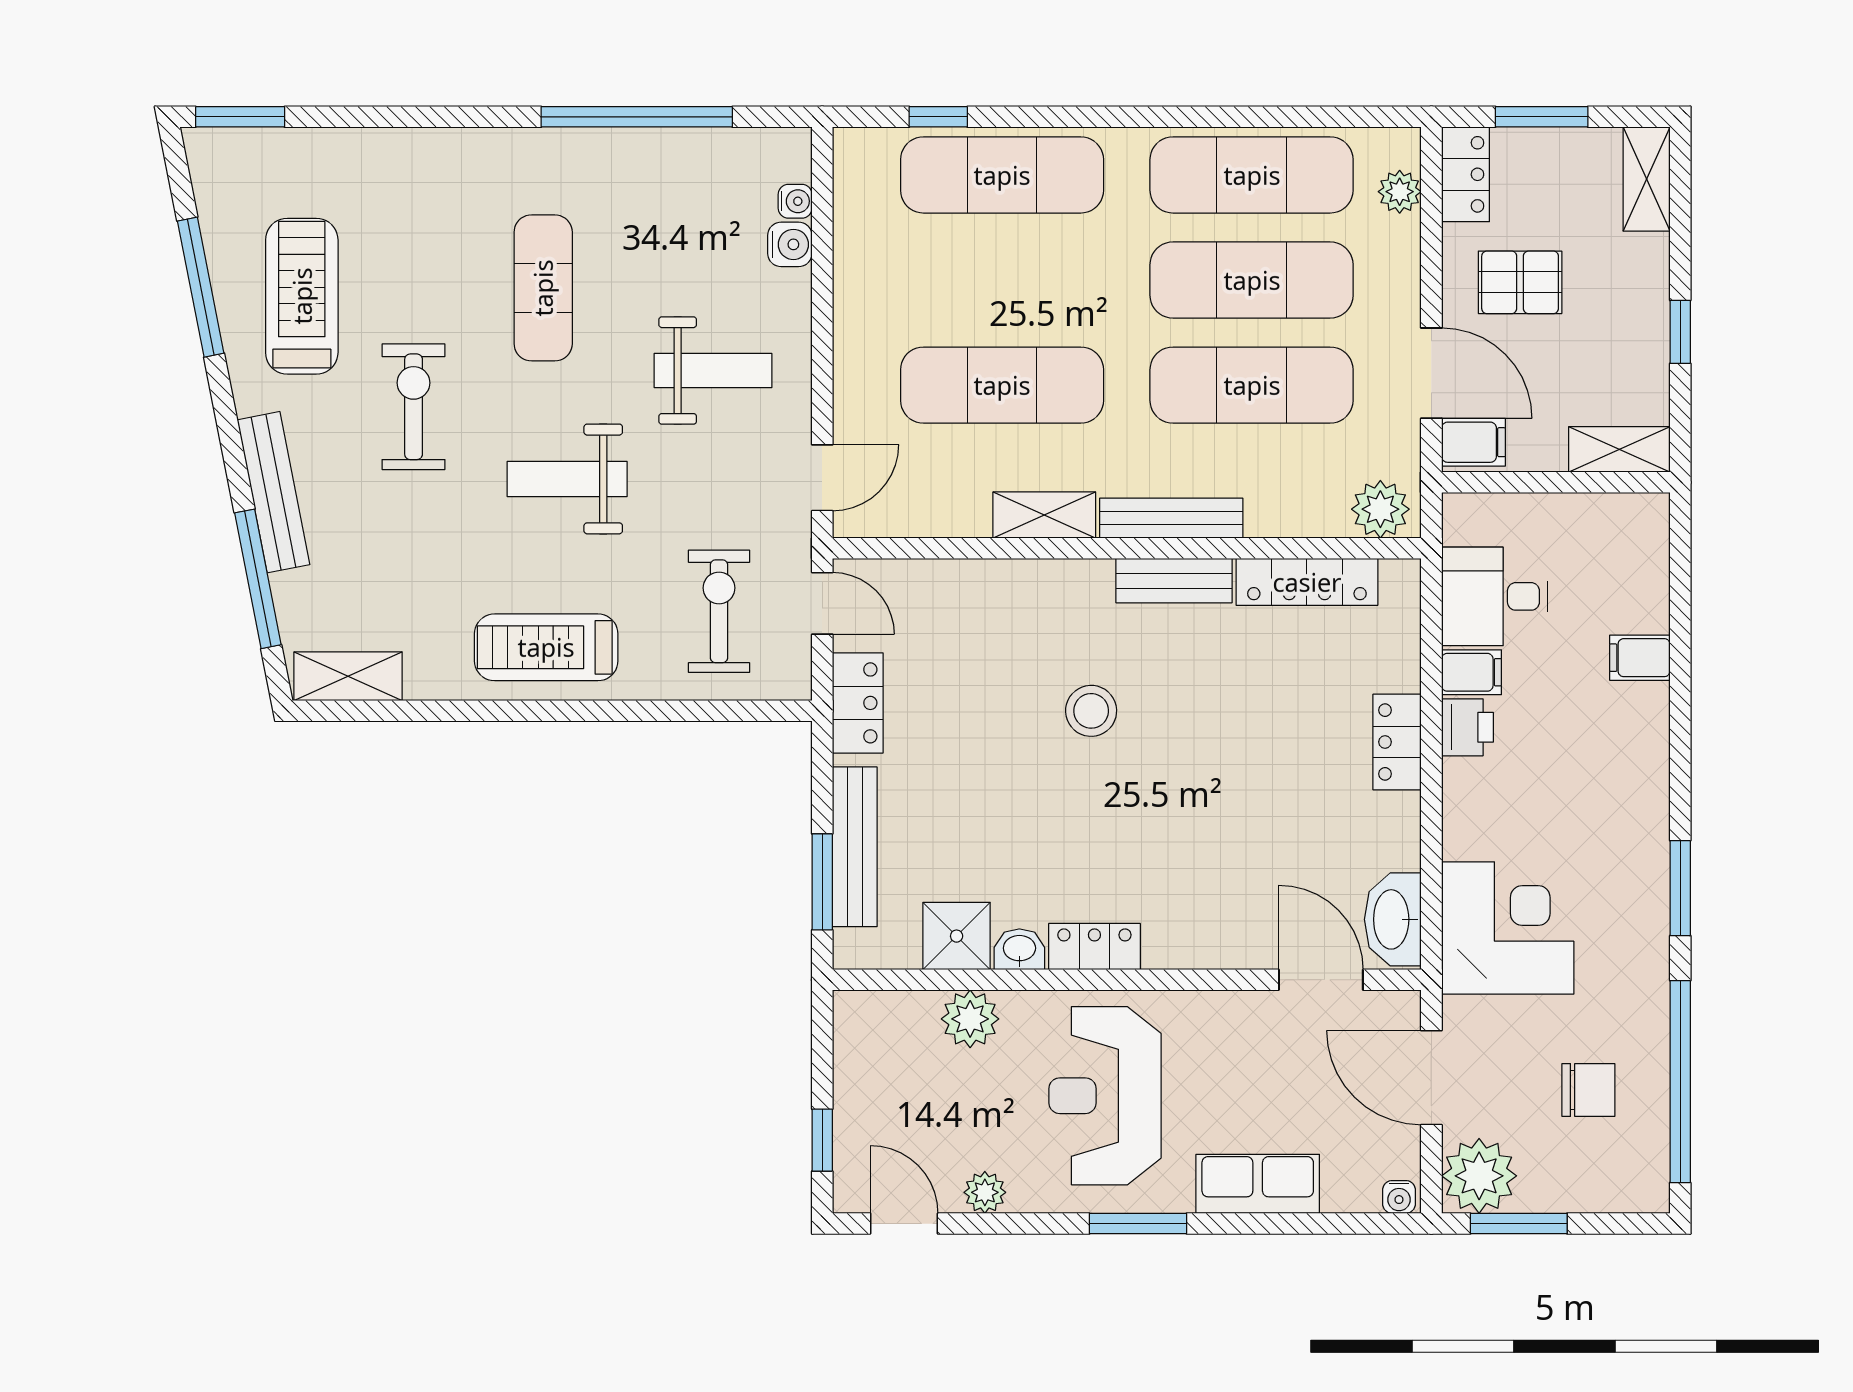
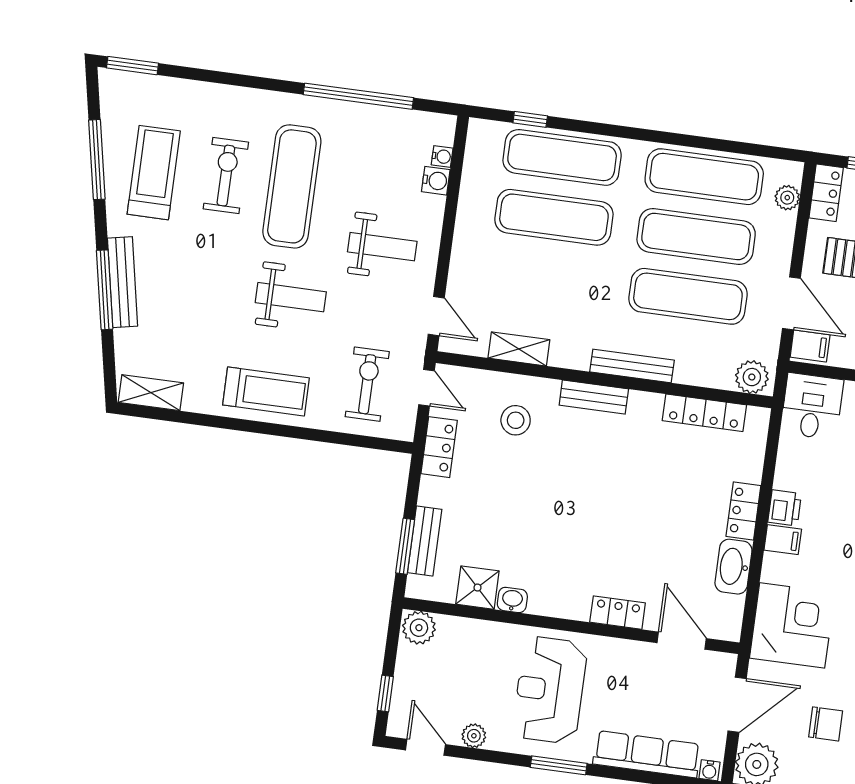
exercise mat: (543, 288) -> (292, 186), width x1.36, depth x1.45
exercise mat: (1002, 385) -> (554, 217), moved
exercise bike: (414, 407) -> (226, 176), moved
door: (822, 478) -> (436, 316), hinge flipped
weight bench: (567, 479) -> (291, 297), turned 180
shelving: (1044, 515) -> (519, 349), moved
window: (258, 579) -> (105, 290), moved
bench: (1174, 581) -> (594, 397), moved
desk: (1495, 596) -> (812, 406), moved, turned 90
treadmill: (546, 647) -> (266, 391), turned 180
filing cabinet: (1472, 672) -> (783, 540), moved
stool: (1091, 711) -> (516, 420), moved
bench: (855, 847) -> (425, 541), width x0.73
washbasin: (1393, 919) -> (733, 567), moved
locker: (1094, 947) -> (618, 613), moved
plant: (970, 1019) -> (419, 628), moved
door: (1431, 1078) -> (737, 705), swing flipped
row of seats: (1258, 1184) -> (647, 754), width x1.48

